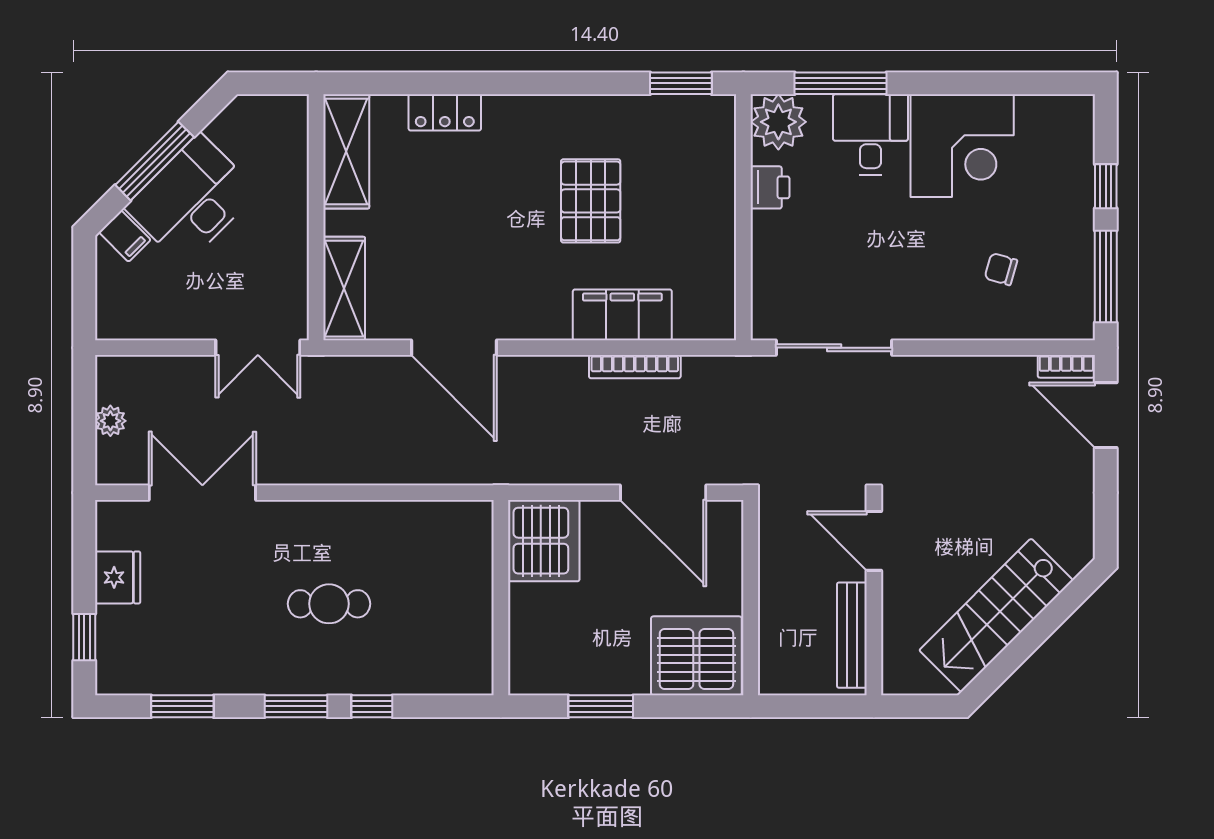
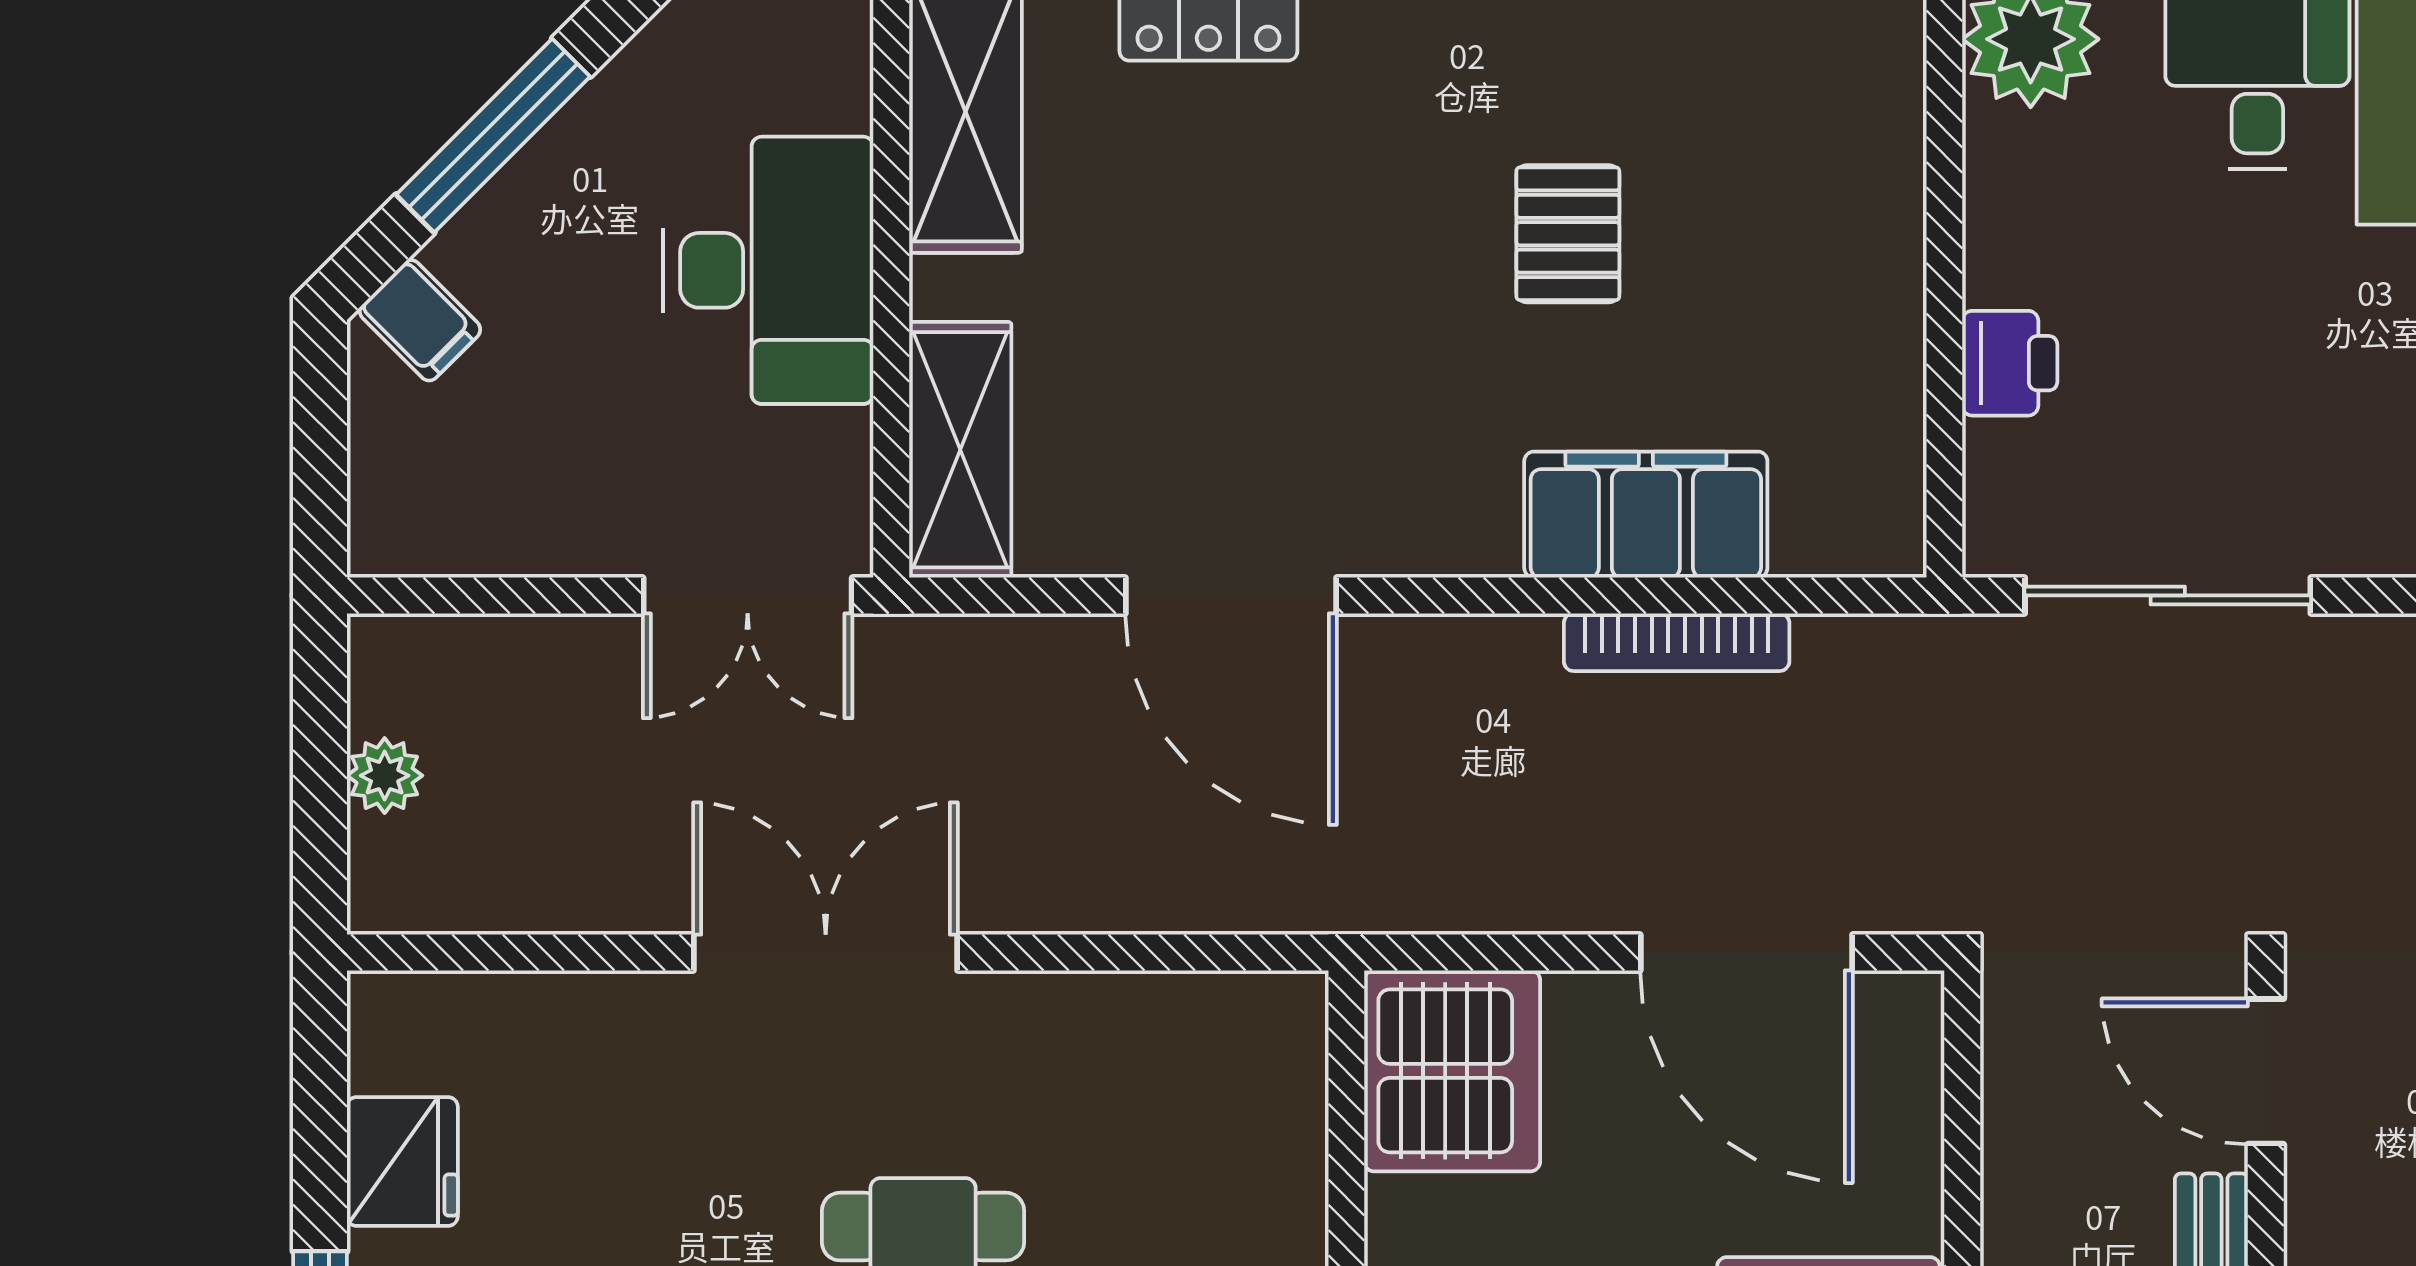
printer: (770, 187) -> (2010, 363), moved
desk: (192, 200) -> (768, 270), moved, turned 135
pallet: (591, 201) -> (1568, 234), width x0.67, depth x0.71
double door: (202, 493) -> (826, 952), moved

